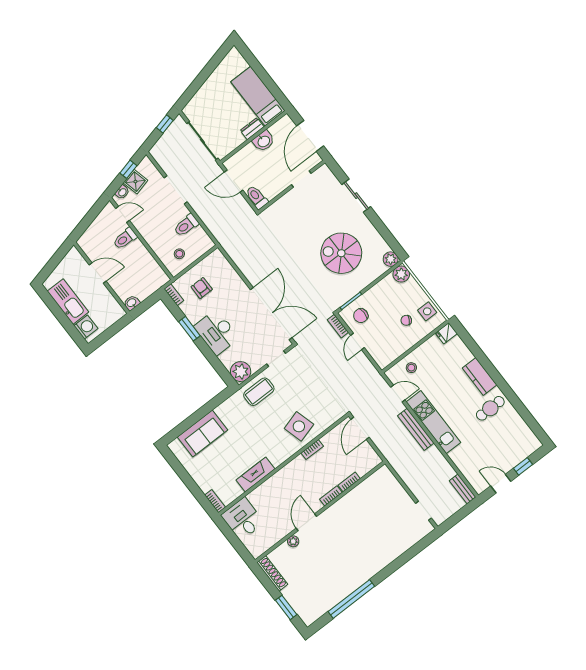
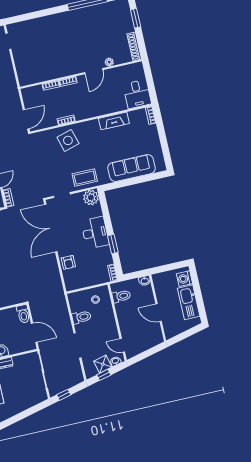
toilet: (125, 239) -> (121, 296), moved
armchair: (202, 288) -> (68, 262), moved
sofa: (203, 433) -> (131, 168), width x1.36

